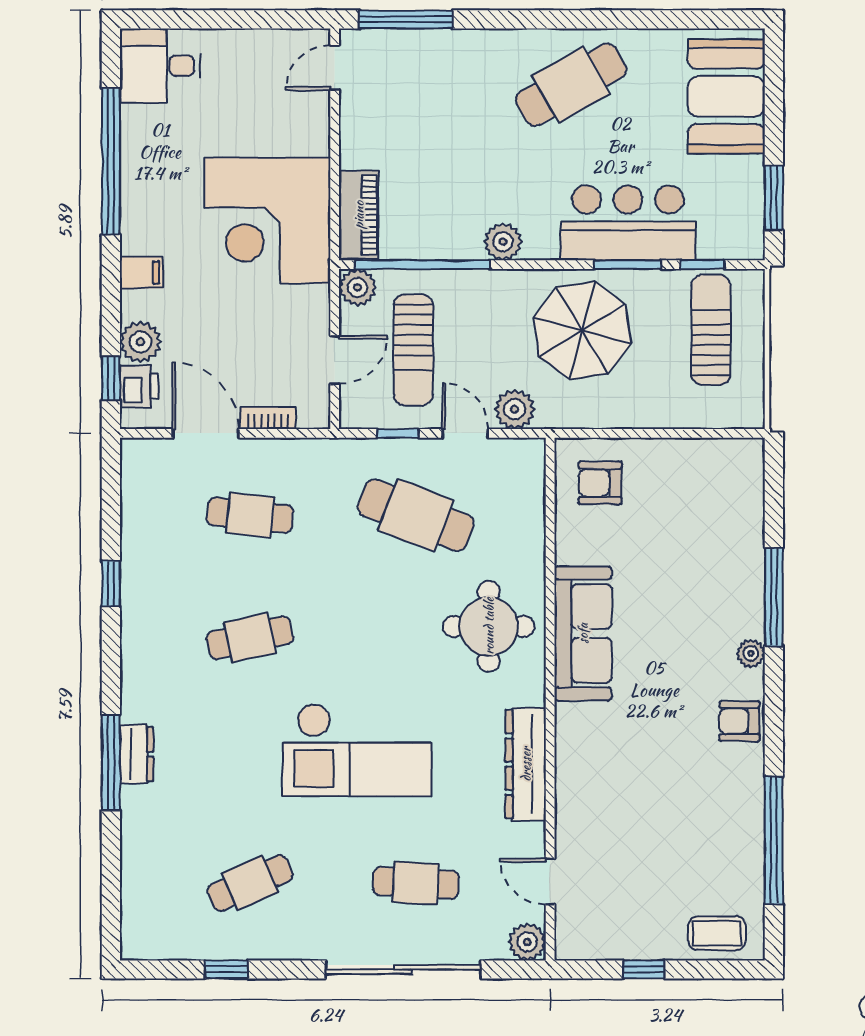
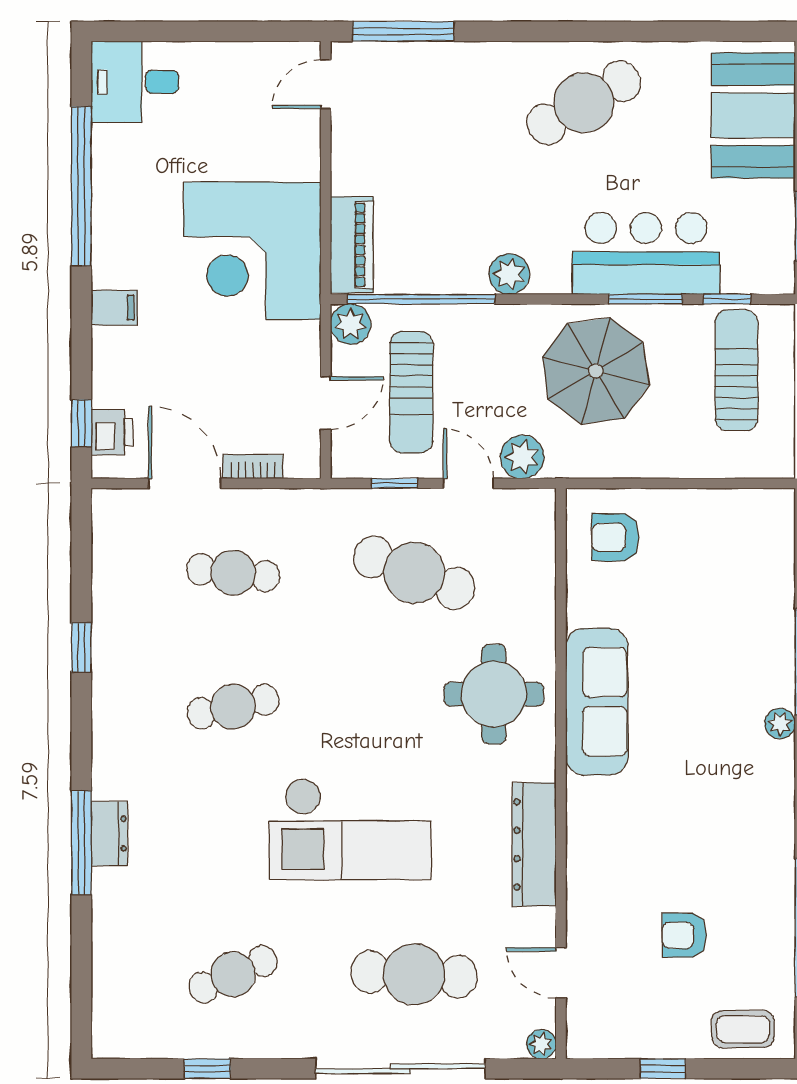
plant: (141, 342) -> (114, 383), removed
armchair: (739, 721) -> (684, 935), moved
cafe table: (416, 883) -> (414, 974), width x1.37, depth x1.35
plant: (527, 942) -> (541, 1044), width x0.73, depth x0.73

